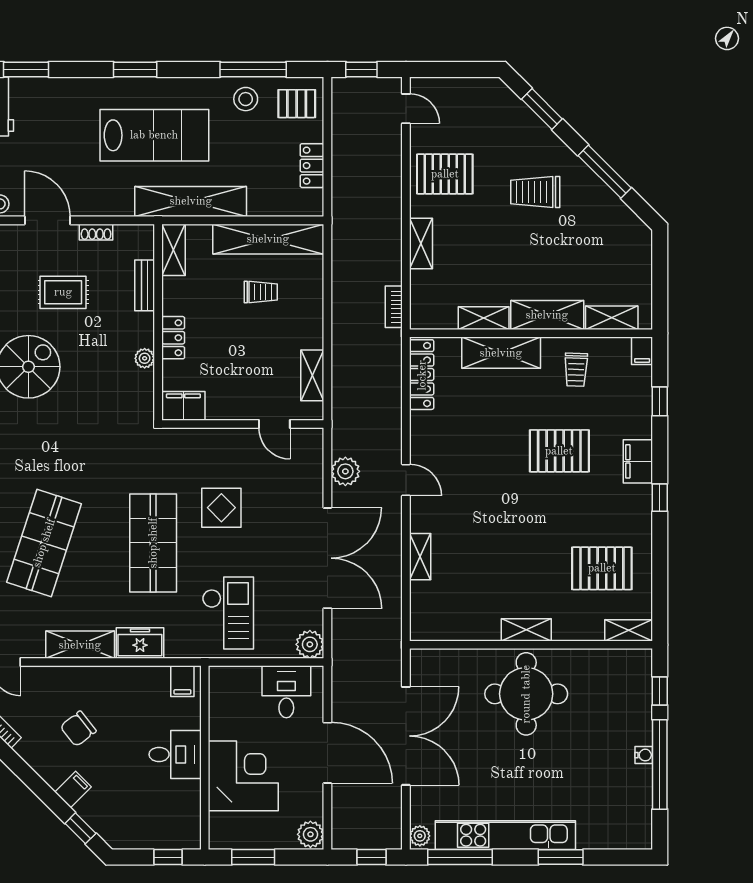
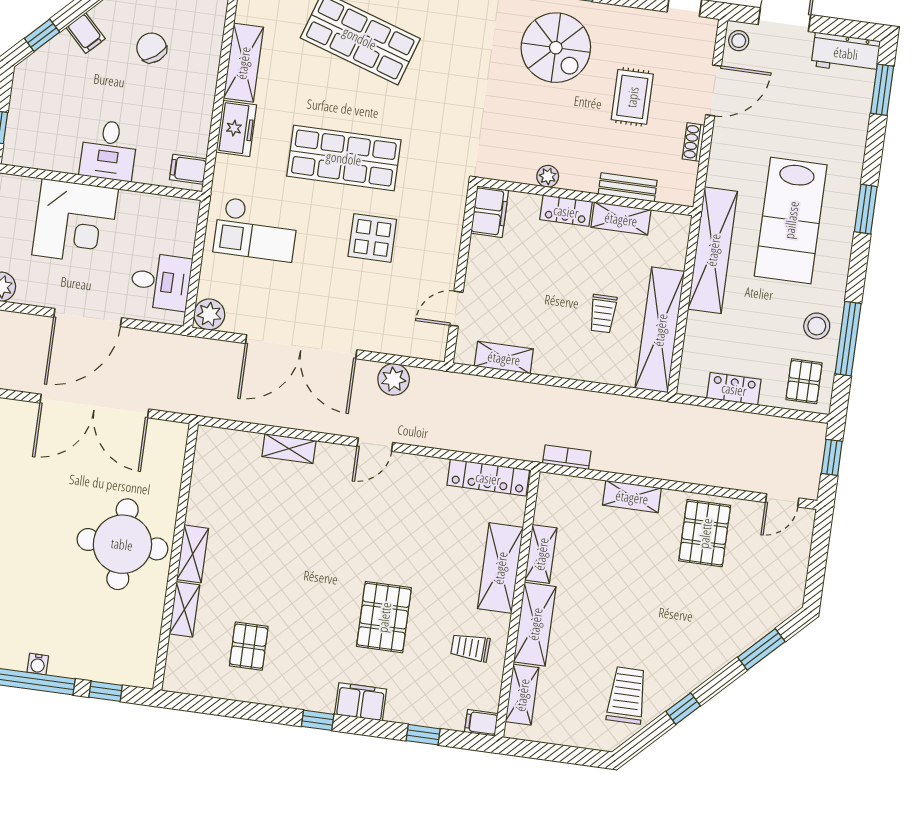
window: (605, 172) -> (683, 709), width x0.46
trolley: (535, 192) -> (627, 695), moved
shelving: (173, 250) -> (621, 219), moved
pallet: (602, 568) -> (249, 646), width x0.67, depth x0.71
shelving: (629, 630) -> (184, 609), moved

